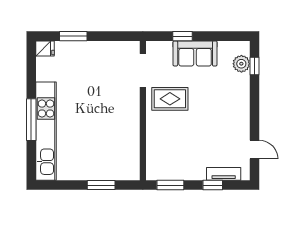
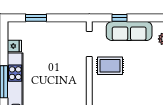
fridge: (45, 49) -> (14, 46), moved
sofa: (195, 53) -> (129, 31), width x1.36

